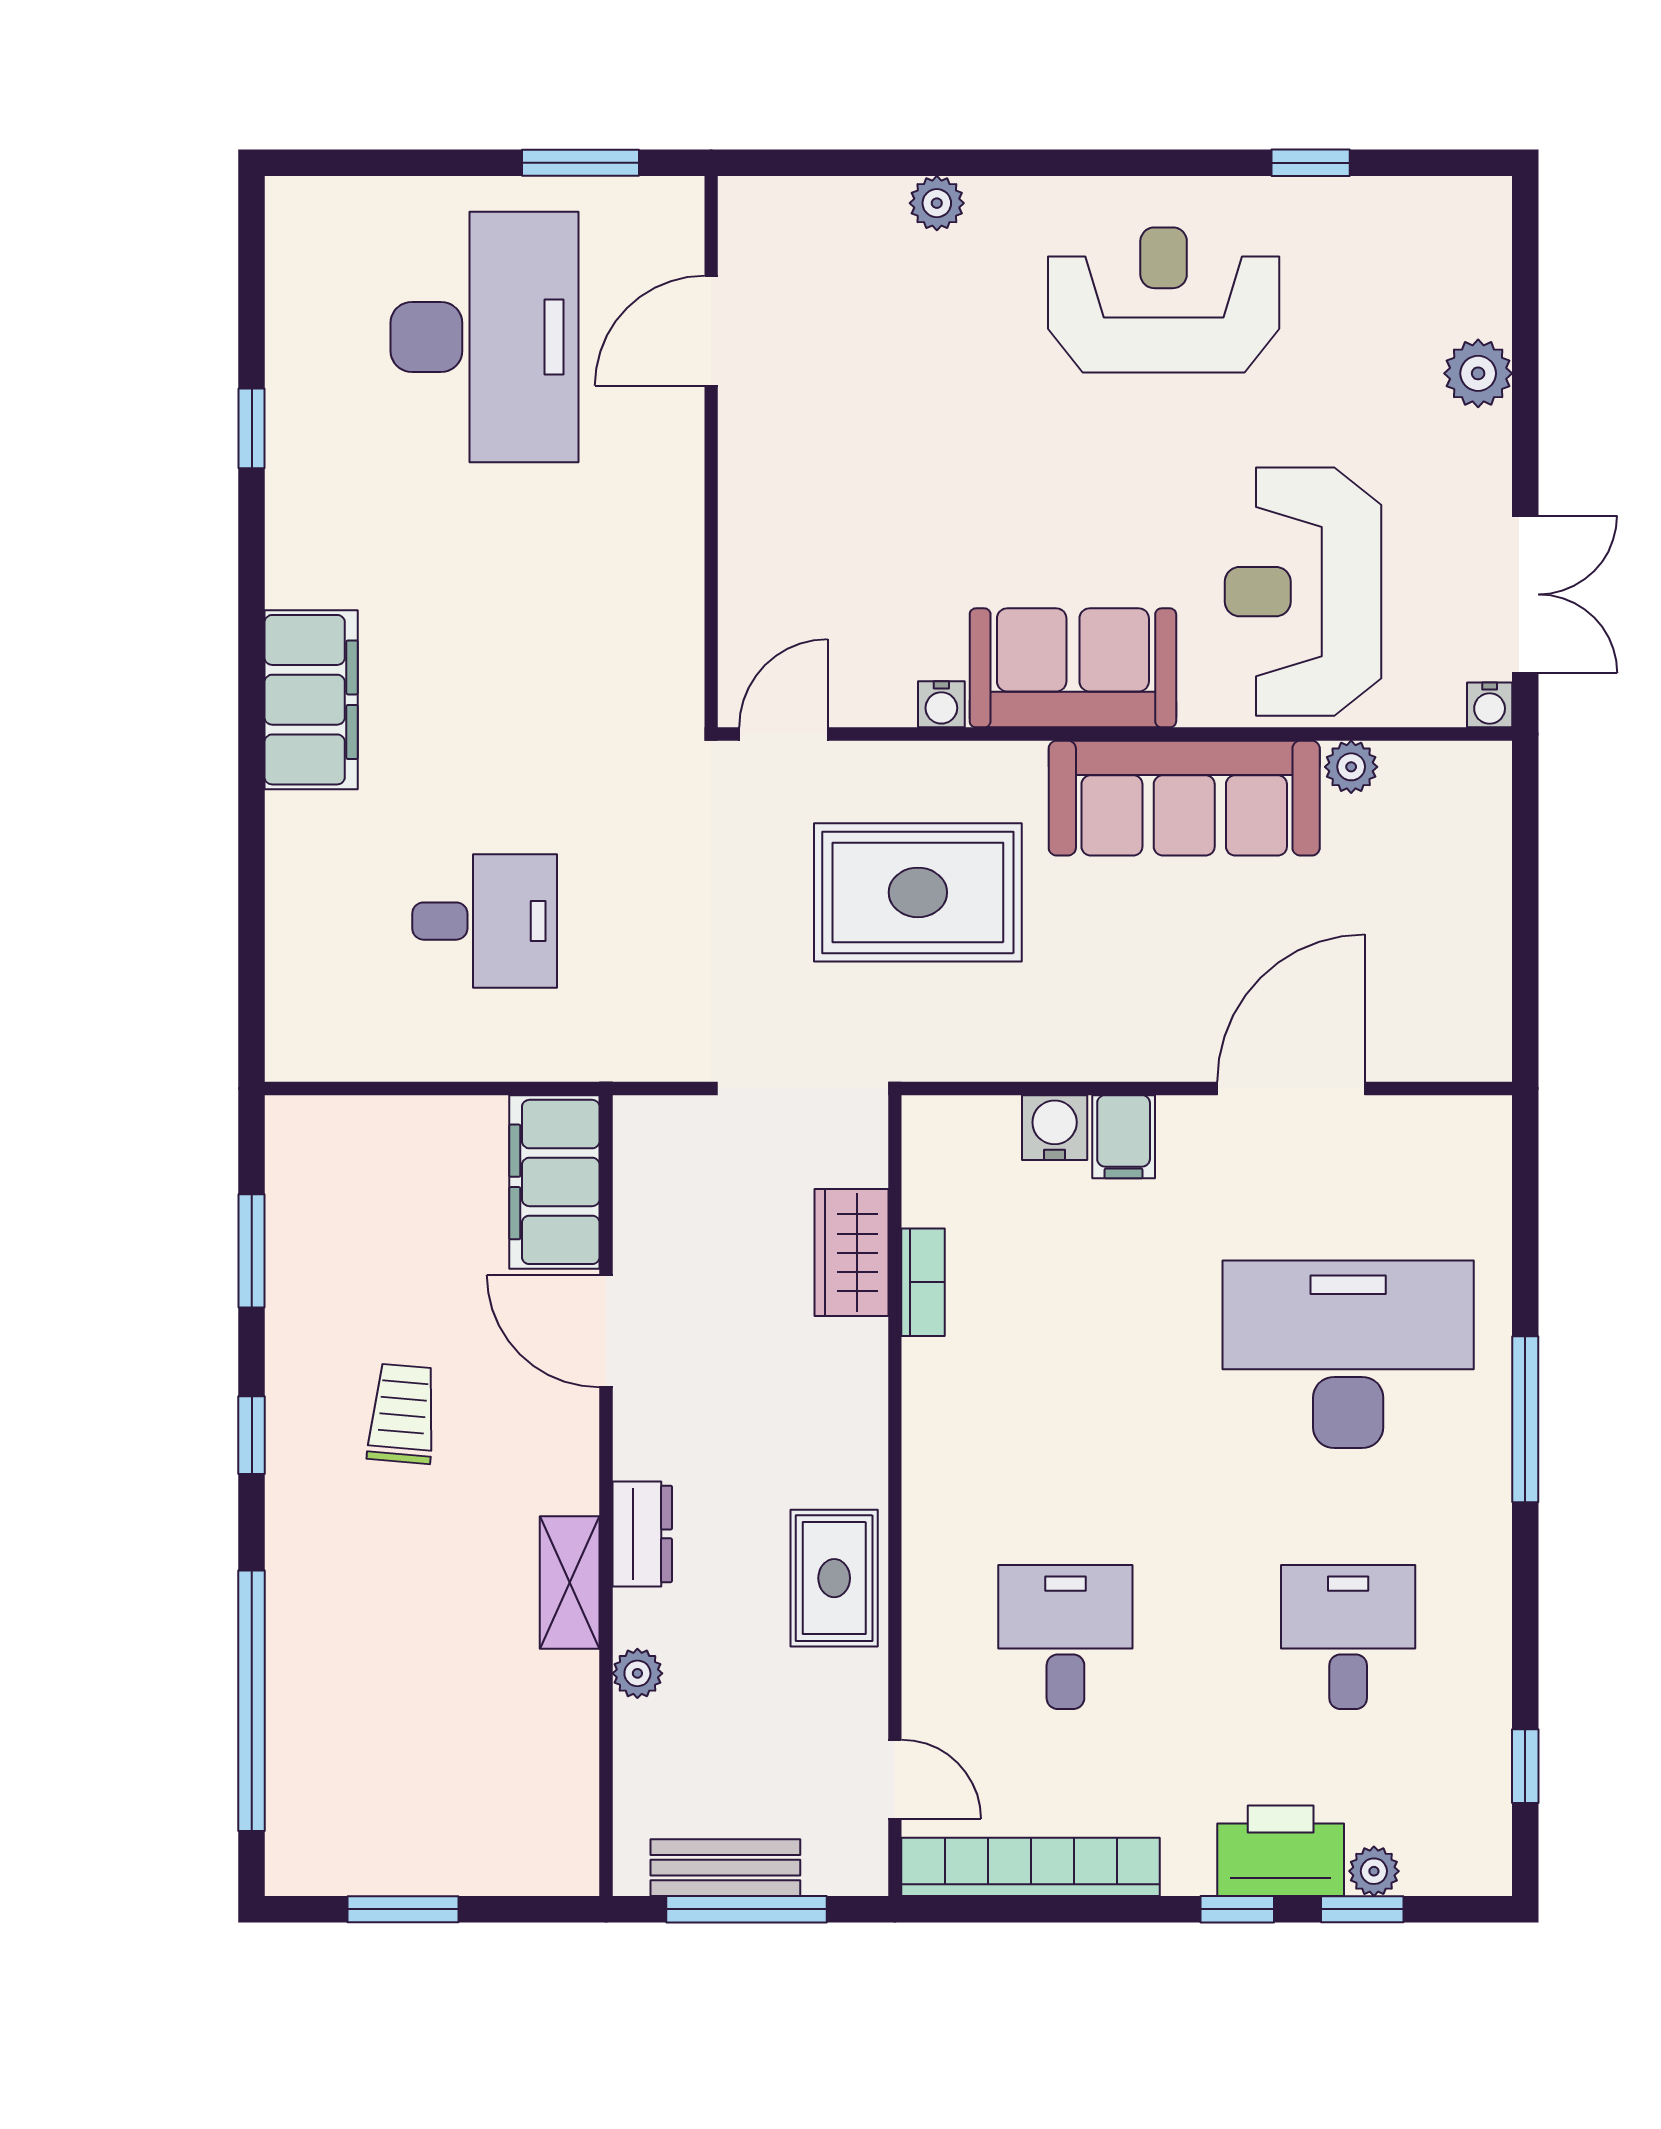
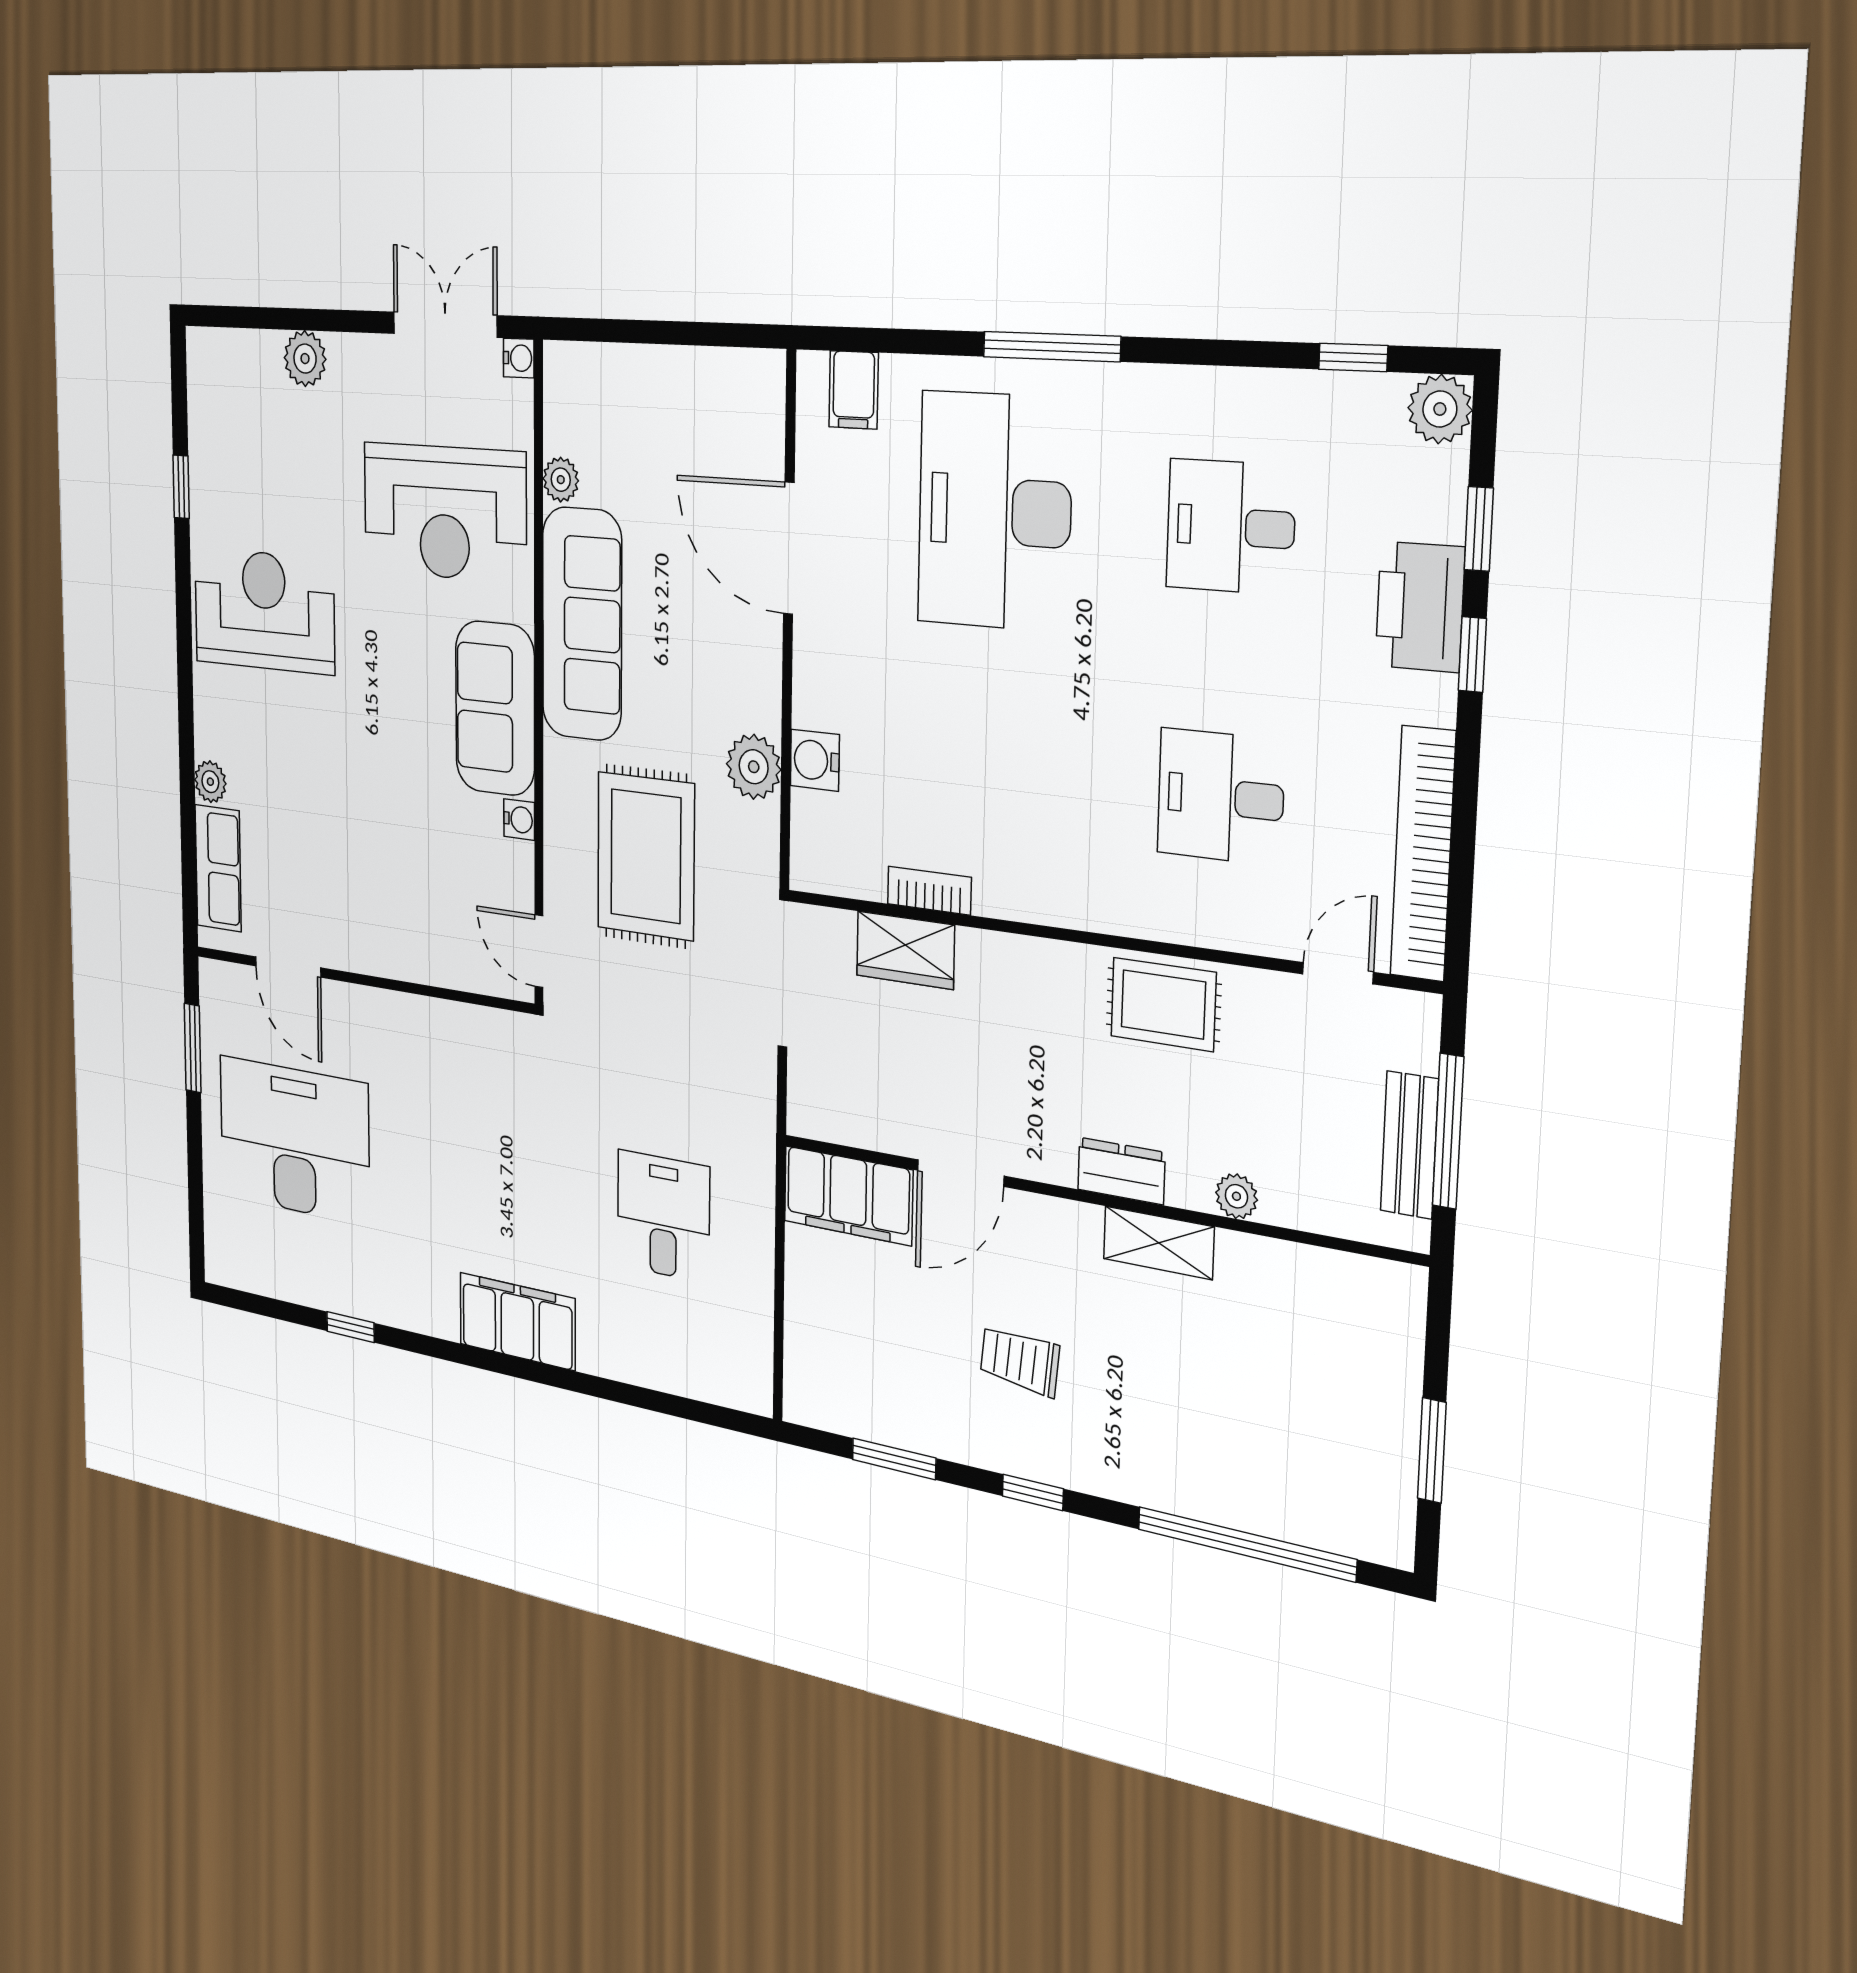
row of seats: (825, 214) -> (218, 868), added
reception desk: (1164, 300) -> (264, 611), turned 90
plant: (1039, 1044) -> (754, 767), added
filing cabinet: (1124, 1137) -> (854, 390), moved, turned 90
plant: (1374, 1871) -> (1440, 409), moved, width x1.38, depth x1.38

